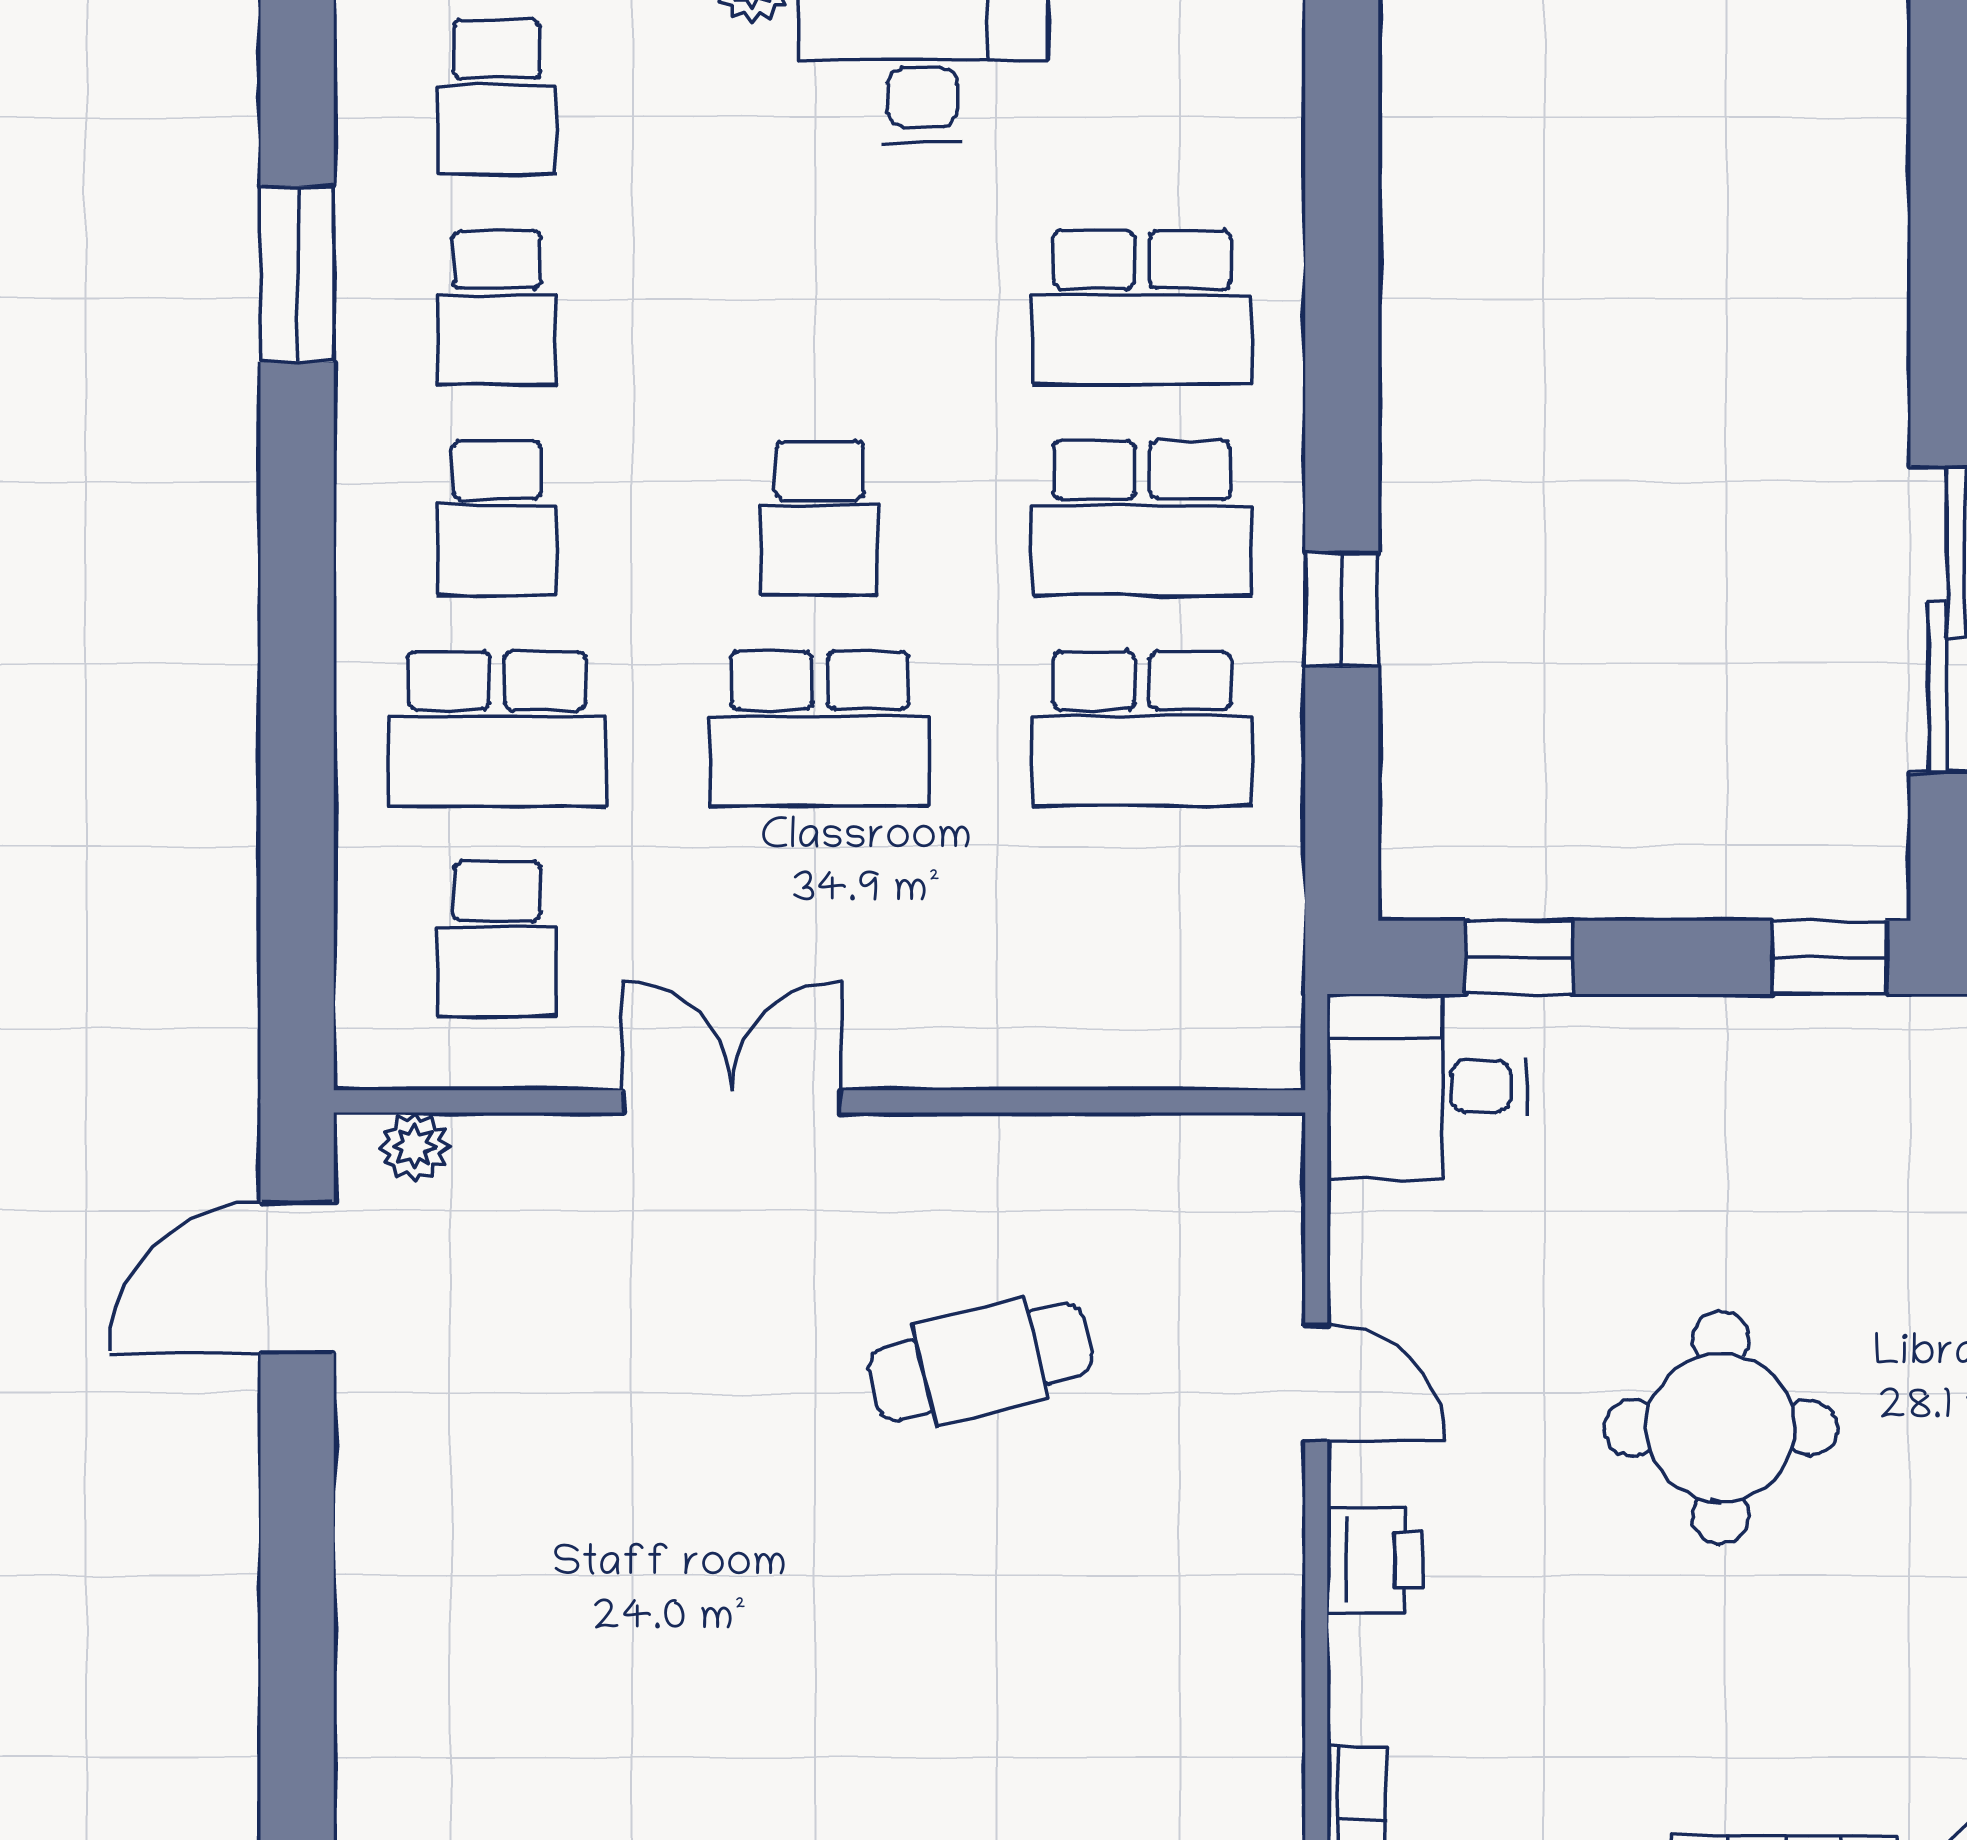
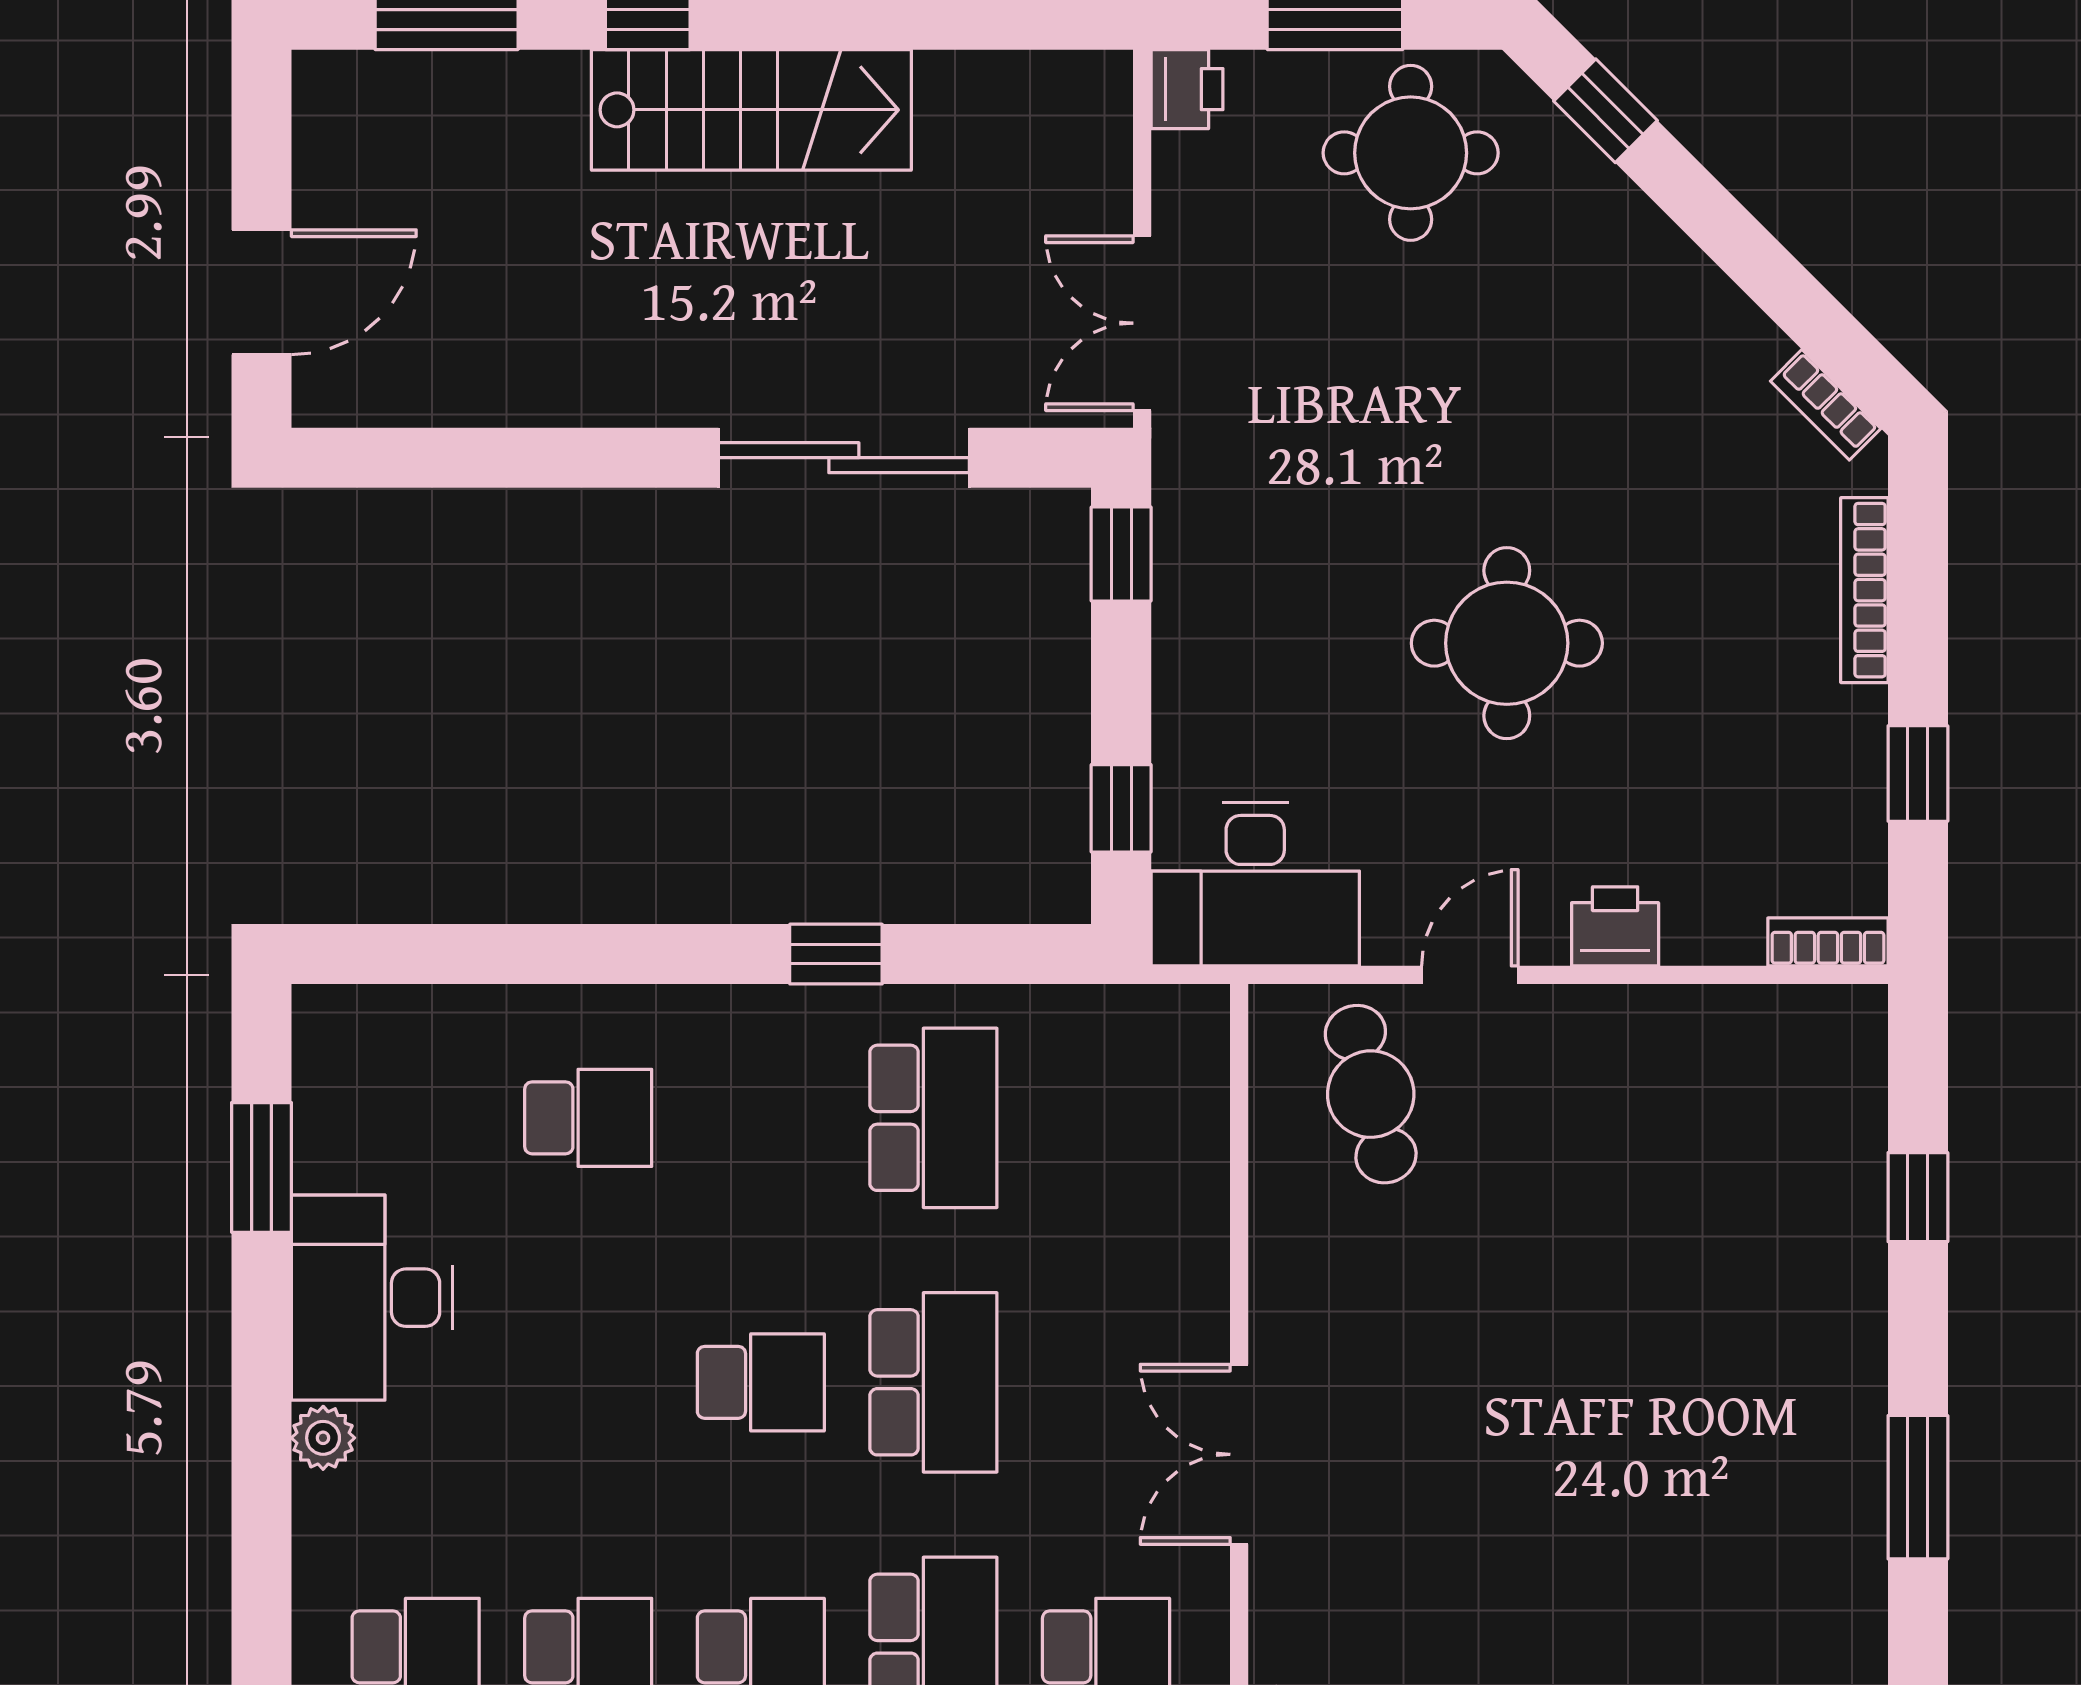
school desk: (1142, 308) -> (588, 1118), width x0.54
school desk: (1142, 518) -> (761, 1118), removed
desk: (1427, 1086) -> (1255, 884), width x1.37
cafe table: (980, 1362) -> (1371, 1094), moved

